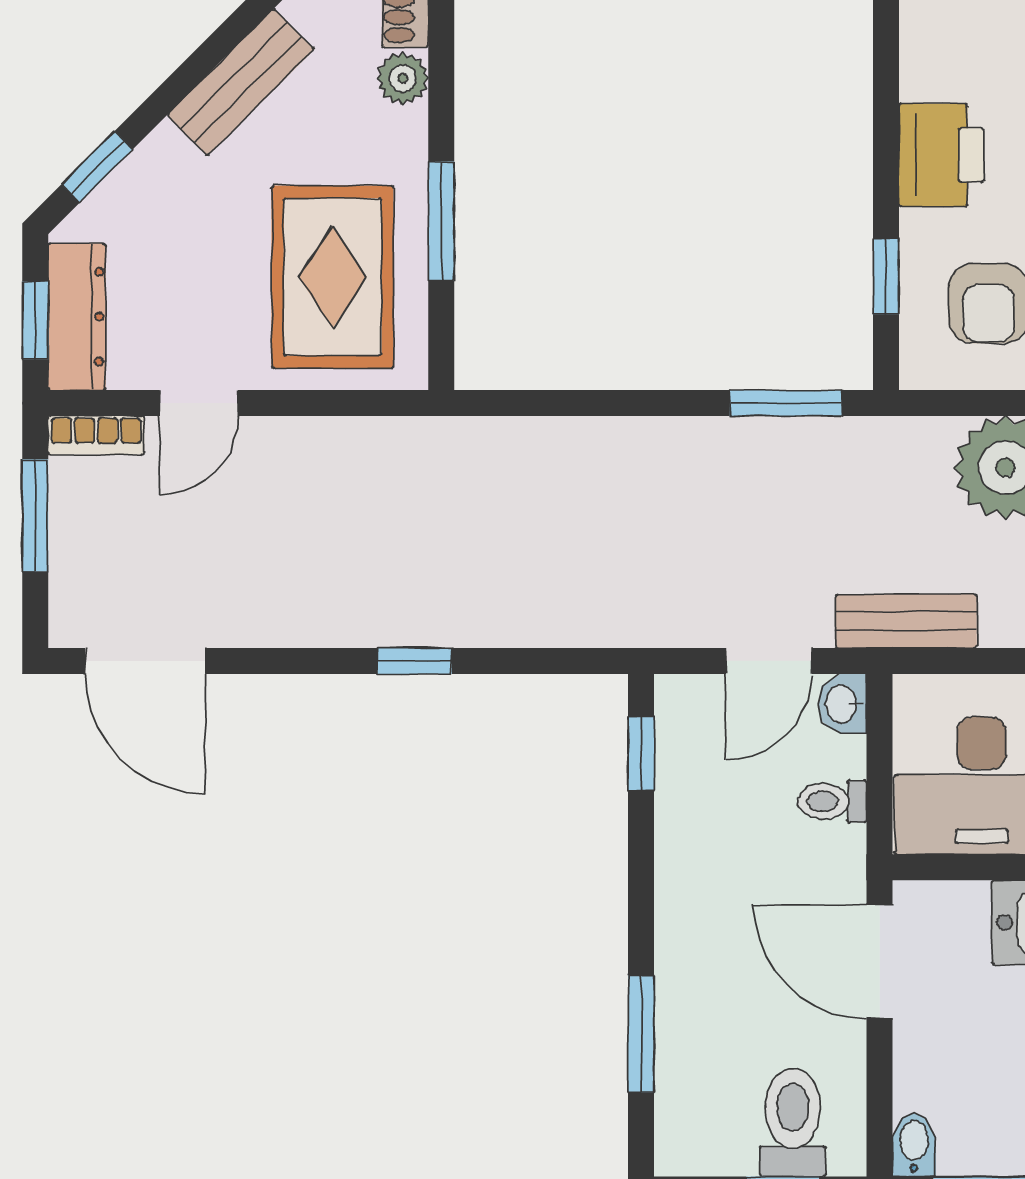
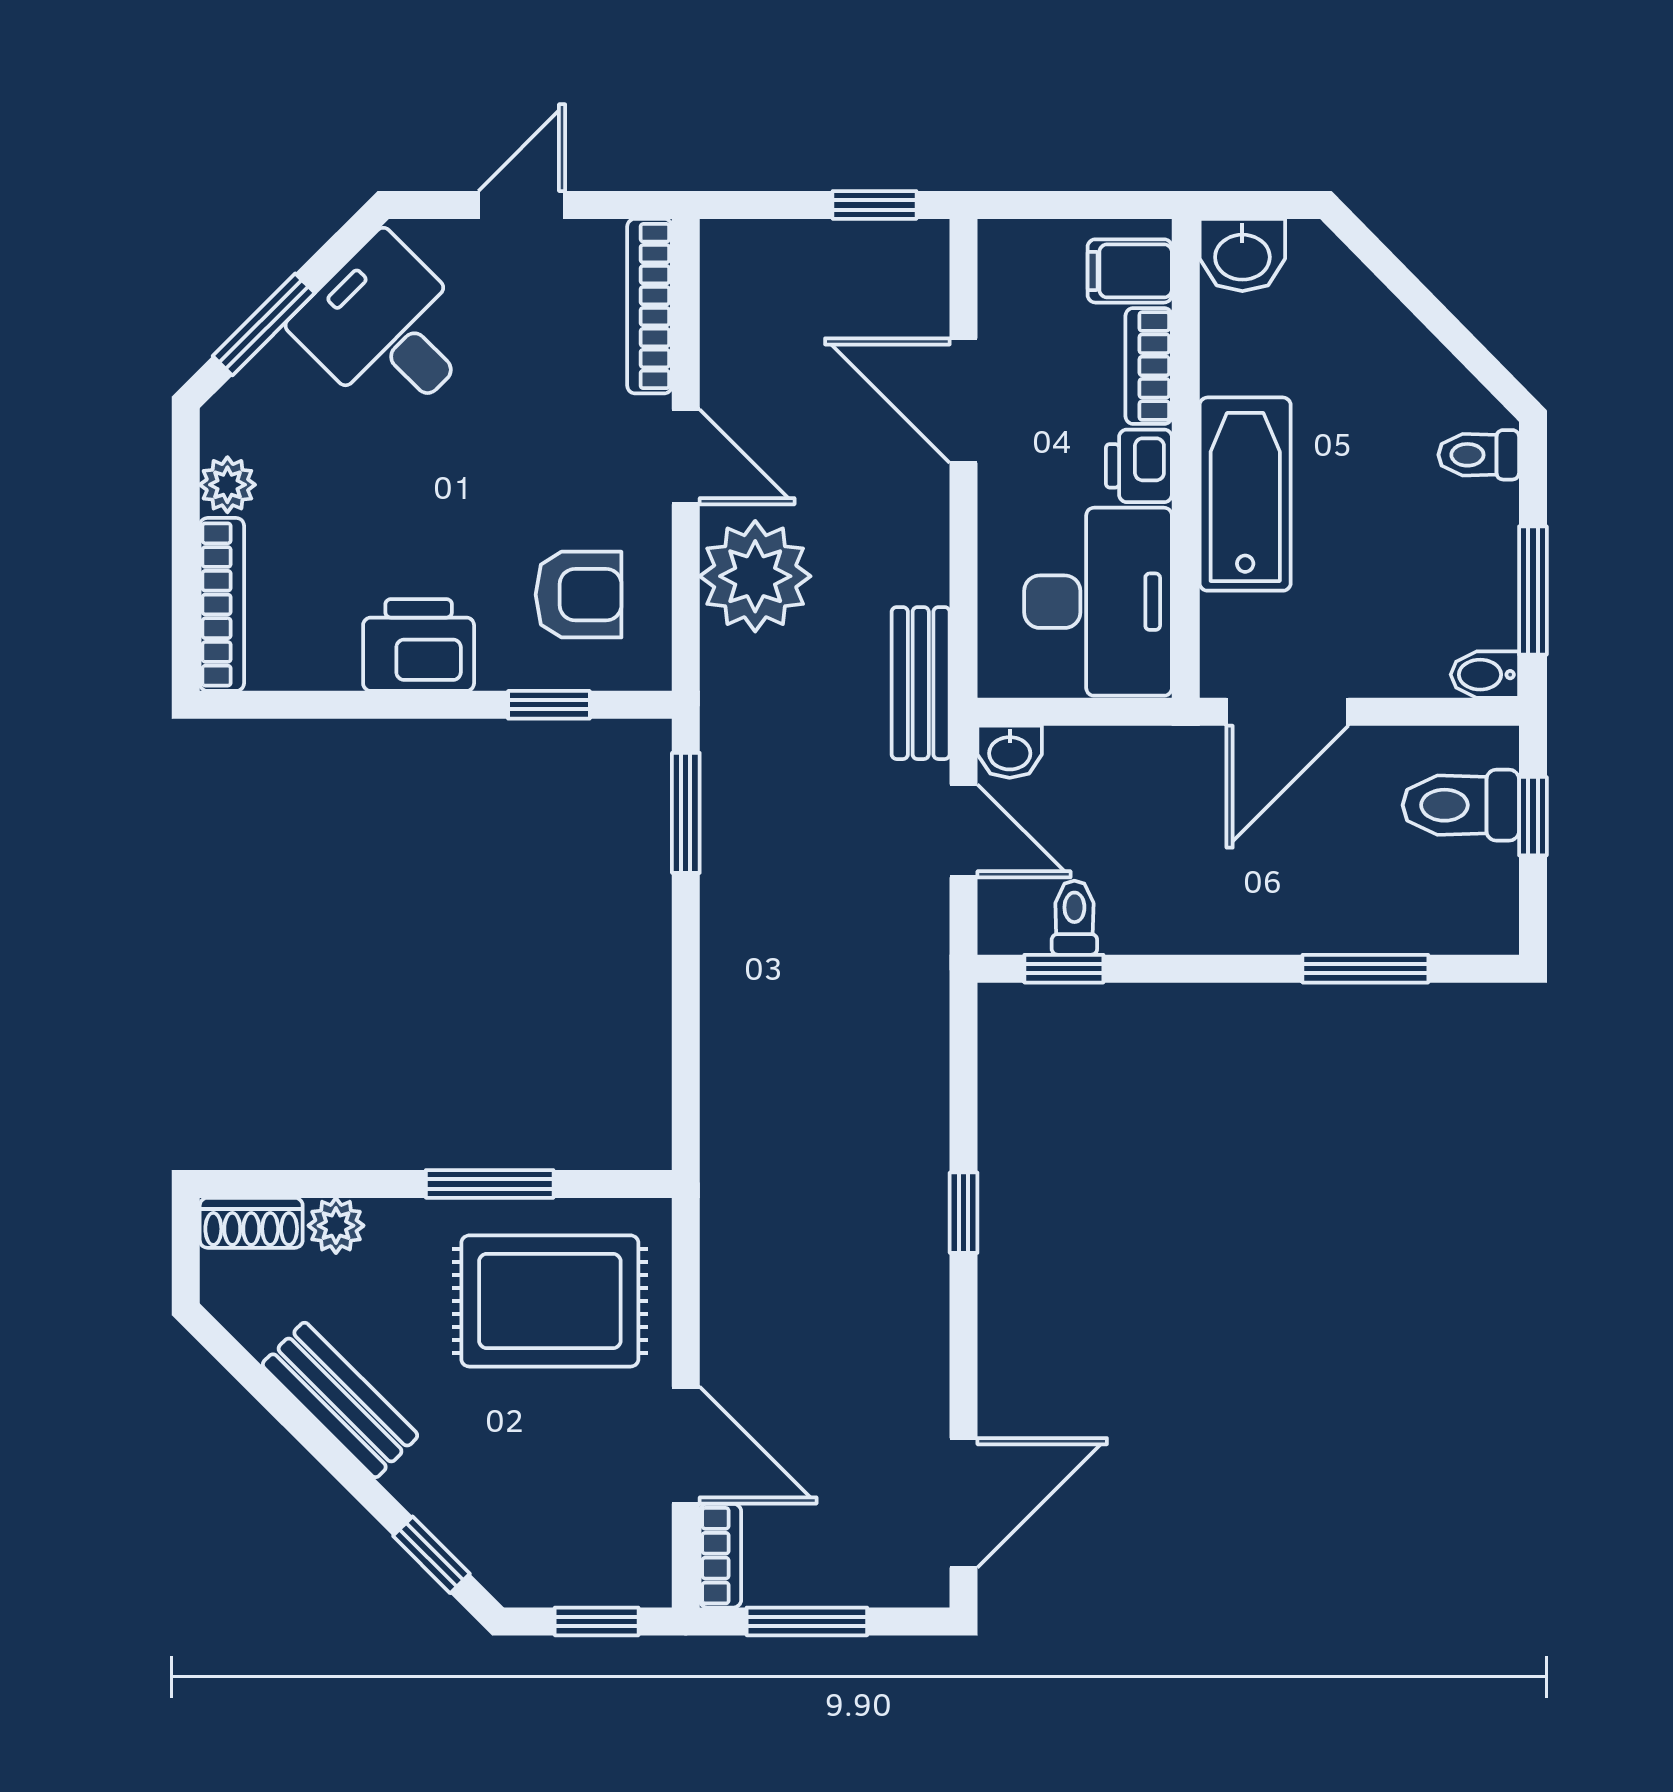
dresser: (77, 317) -> (593, 1577), removed
door: (199, 403) -> (686, 1445), width x1.37
toilet: (832, 801) -> (1074, 918), moved, turned 180

